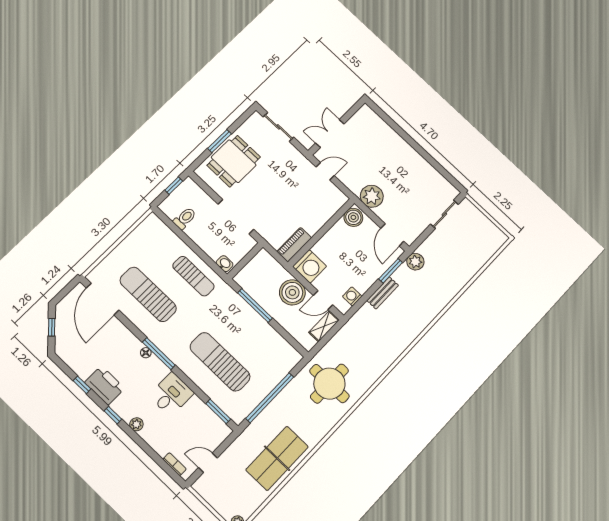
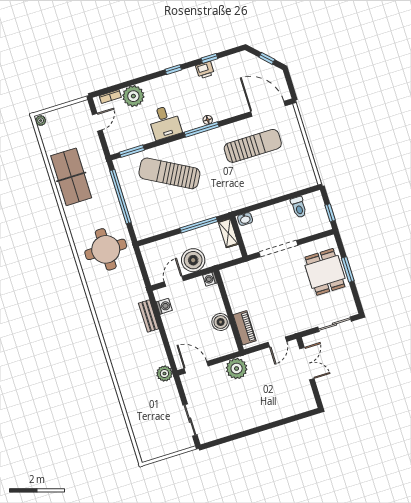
boiler: (353, 217) -> (221, 322), moved
piano: (294, 245) -> (245, 328), moved
washing machine: (310, 266) -> (210, 279), width x0.53, depth x0.53
window: (391, 271) -> (168, 349), removed
sun lounger: (193, 276) -> (248, 189), removed
bench: (383, 293) -> (149, 316), moved
shelving: (324, 326) -> (228, 233), moved
sun lounger: (220, 362) -> (169, 173), turned -151
printer: (105, 385) -> (205, 70), width x0.53, depth x0.68
plant: (136, 424) -> (133, 96), moved, width x1.87, depth x1.87

